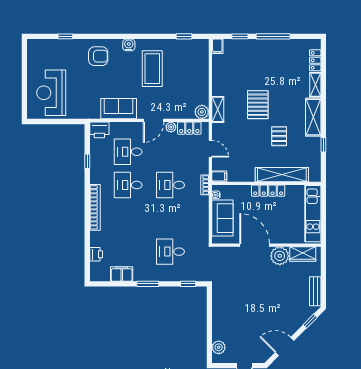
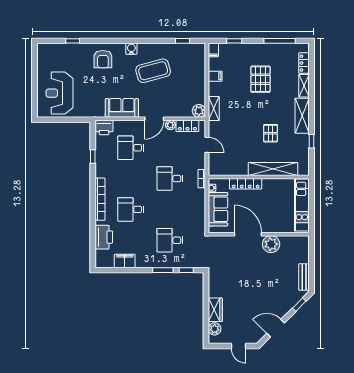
window: (273, 36) -> (280, 41), moved
armchair: (98, 56) -> (103, 59), turned 90
coffee table: (152, 69) -> (153, 71), turned 75
pallet: (258, 105) -> (261, 79), moved
filing cabinet: (219, 176) -> (215, 76), moved
desk: (128, 185) -> (131, 209), moved
locker: (268, 191) -> (246, 184), moved
printer: (96, 254) -> (104, 237), width x1.87, depth x1.48
wardrobe: (303, 254) -> (215, 310), moved, turned -90
window: (148, 284) -> (163, 270), moved

